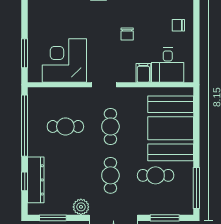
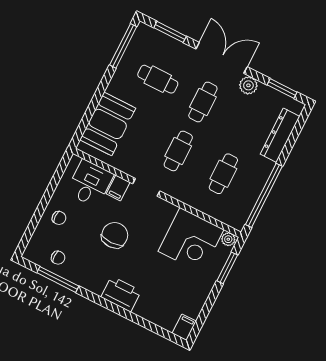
chair: (127, 34) -> (115, 235), width x1.87, depth x1.87
plant: (35, 76) -> (228, 239), added
doorway: (104, 85) -> (146, 187), moved
cafe table: (65, 126) -> (223, 174), turned 90
booth: (171, 128) -> (108, 124), width x0.73, depth x0.70
window: (25, 181) -> (292, 140), removed

